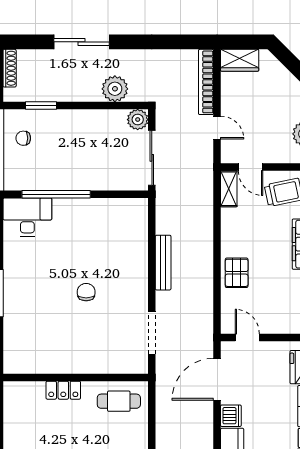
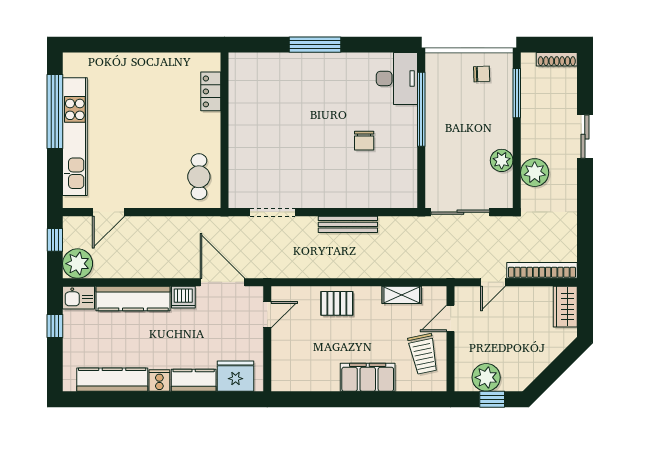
sliding door: (81, 42) -> (585, 137), width x0.73
window: (41, 105) -> (517, 93), width x1.44
plant: (138, 120) -> (502, 160), moved
chair: (23, 138) -> (482, 74), turned 88
shelving: (229, 189) -> (402, 295), moved
chair: (86, 292) -> (364, 141), moved, turned 90
locker: (63, 390) -> (211, 91), moved

